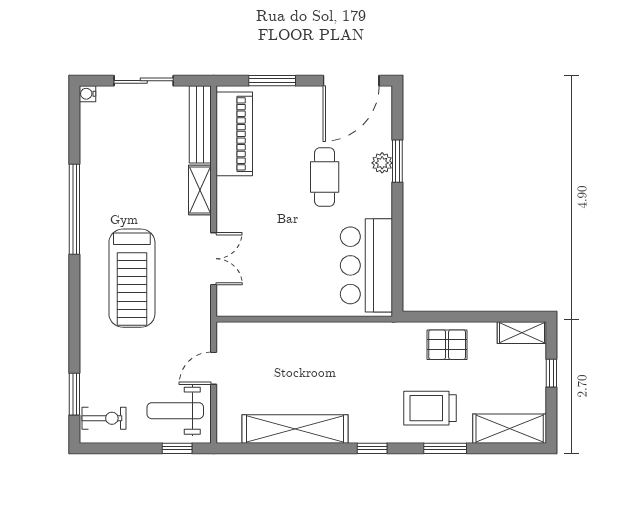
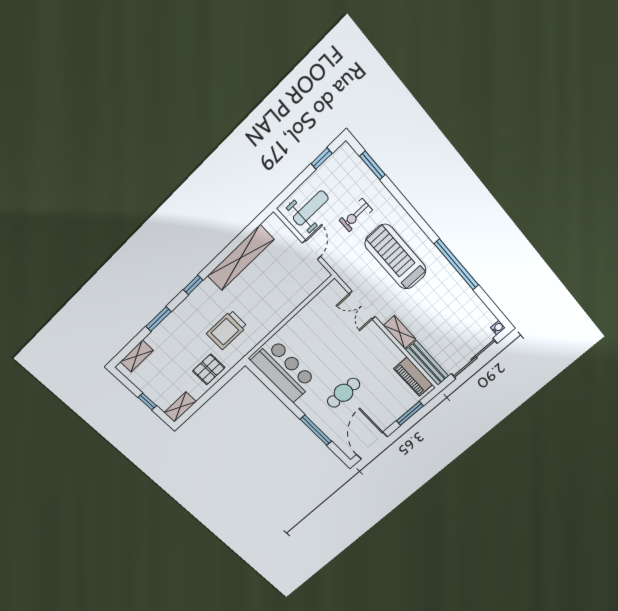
sliding door: (144, 81) -> (474, 359), width x1.37
piano: (234, 134) -> (413, 377), width x0.73, depth x0.75
window: (397, 161) -> (316, 430), width x1.44
plant: (382, 163) -> (322, 423), removed
cafe table: (325, 177) -> (344, 393), turned 90
trolley: (430, 408) -> (227, 330), moved, turned 180
exercise bike: (104, 418) -> (356, 215), moved
shelving: (510, 429) -> (137, 356), width x0.67, depth x0.75
window: (177, 448) -> (322, 159), moved

